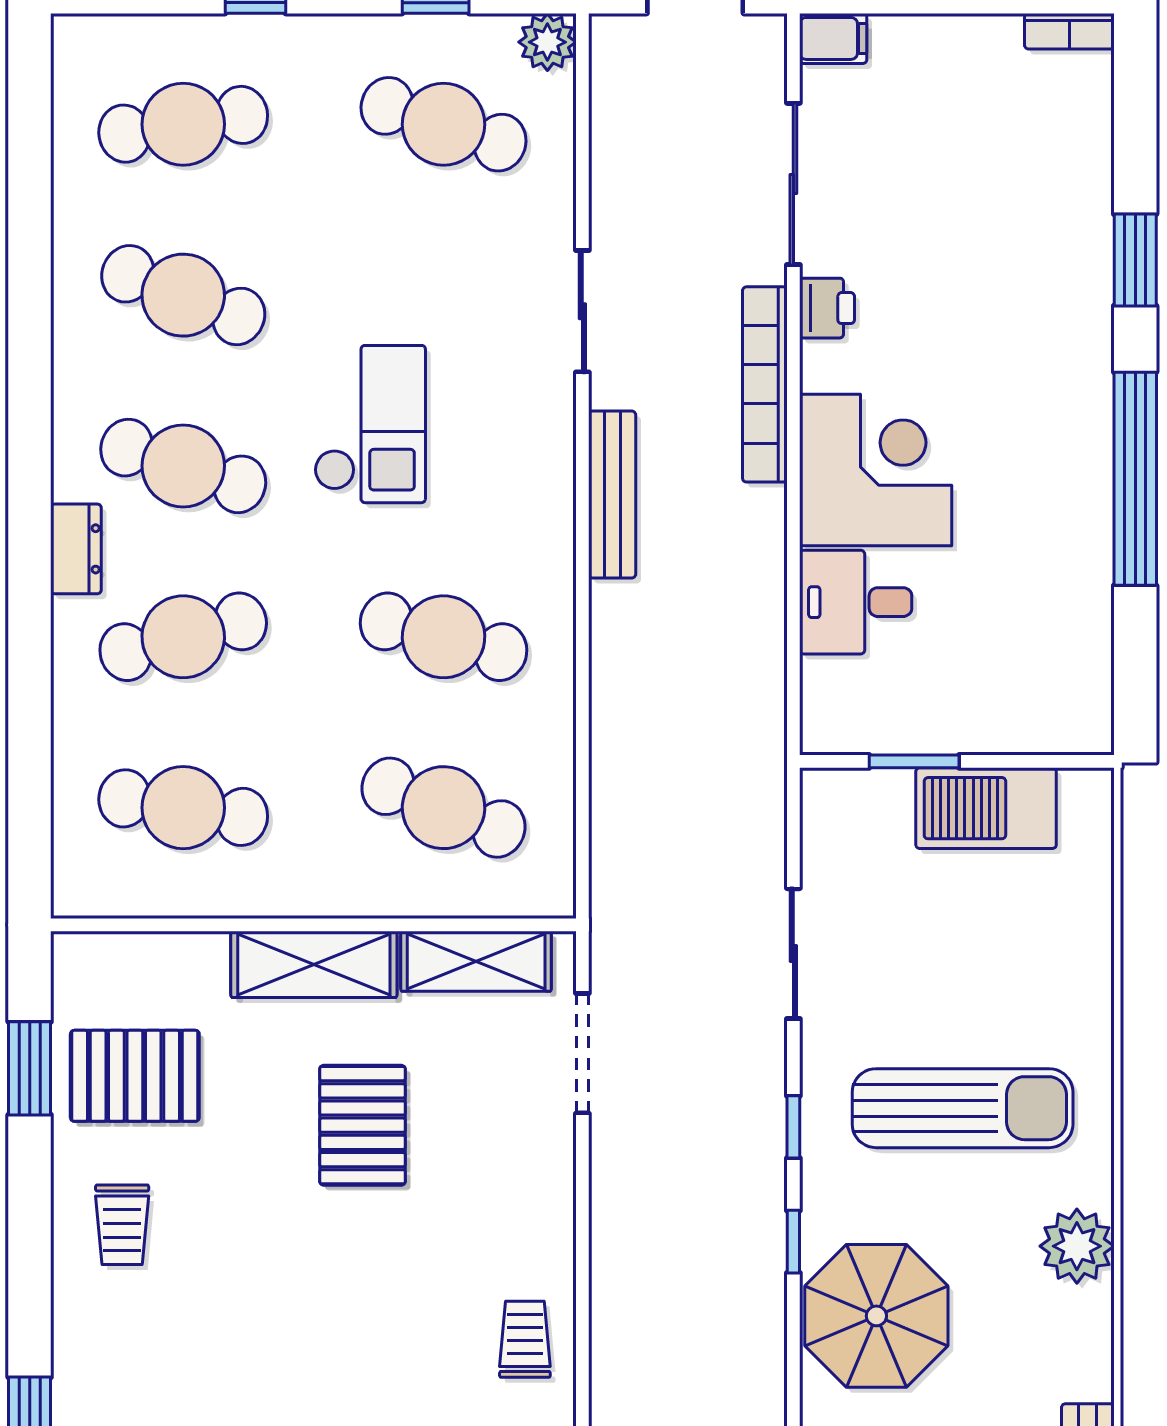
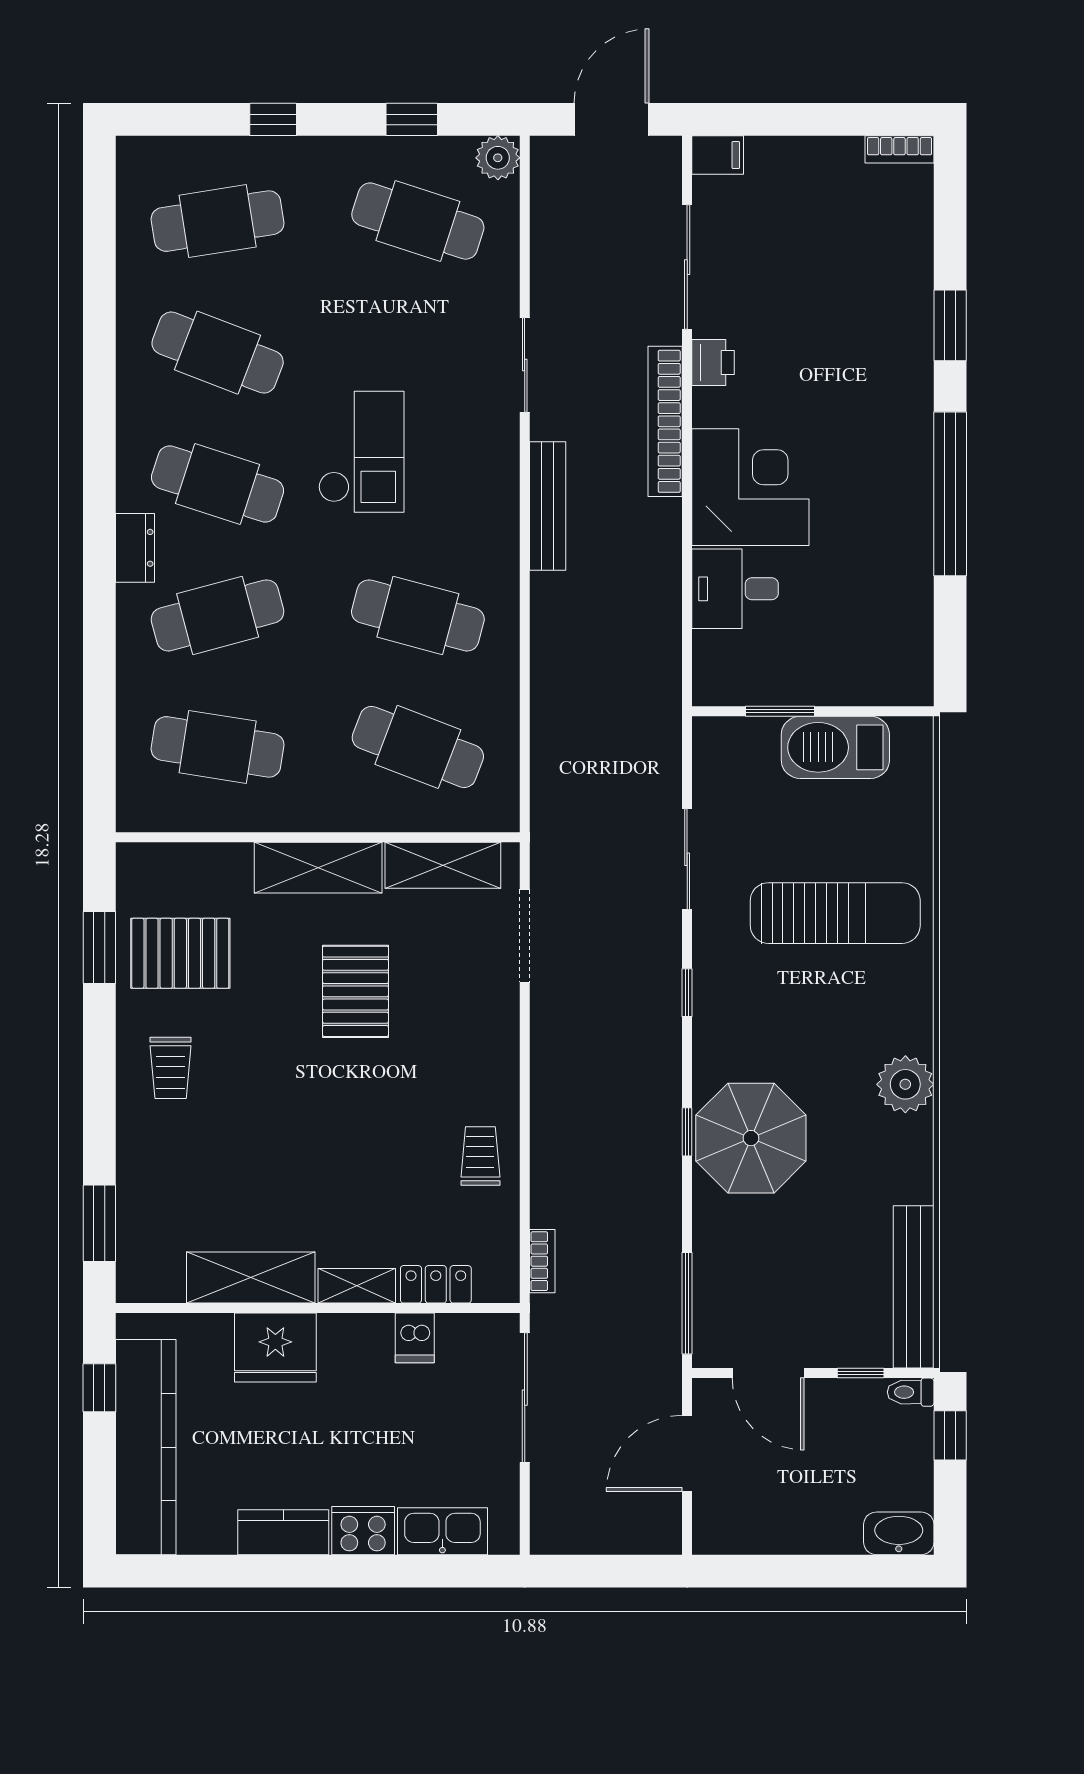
sun lounger: (963, 1108) -> (835, 913), moved
window: (793, 1242) -> (687, 1132), moved

